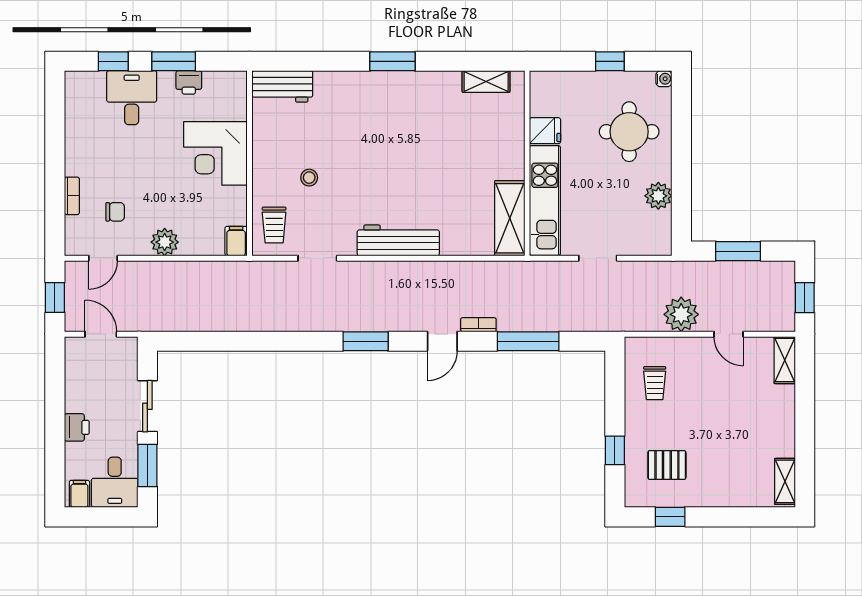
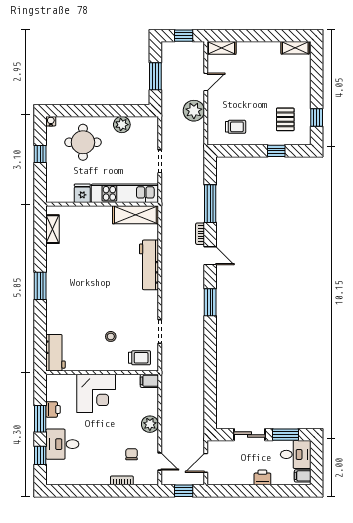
workbench: (398, 240) -> (149, 265), moved

